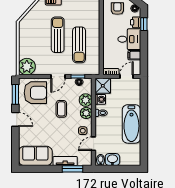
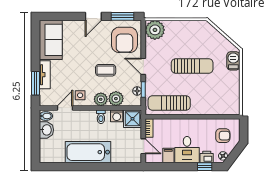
sun lounger: (79, 45) -> (169, 103), moved
door: (94, 144) -> (65, 108), hinge flipped

